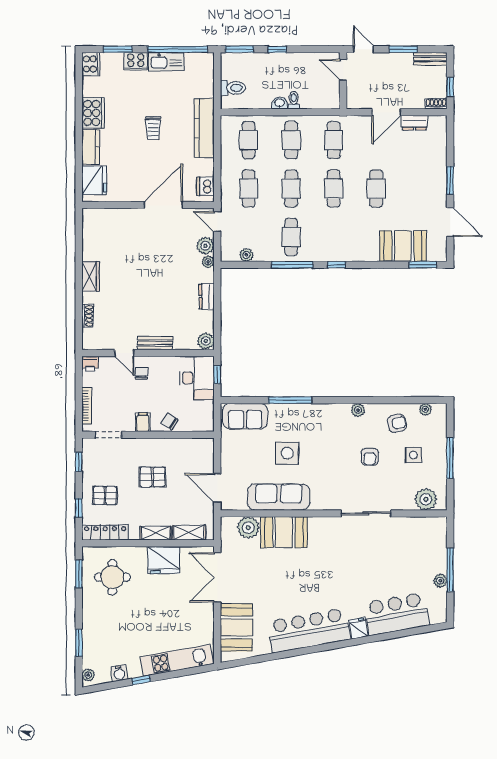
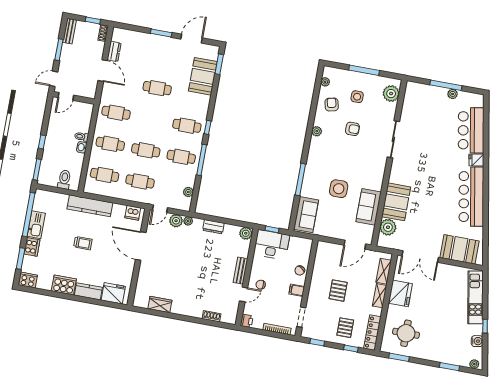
cafe table: (334, 189) -> (187, 126), moved
wardrobe: (91, 277) -> (160, 305), moved
sofa: (279, 497) -> (369, 207), width x0.73

